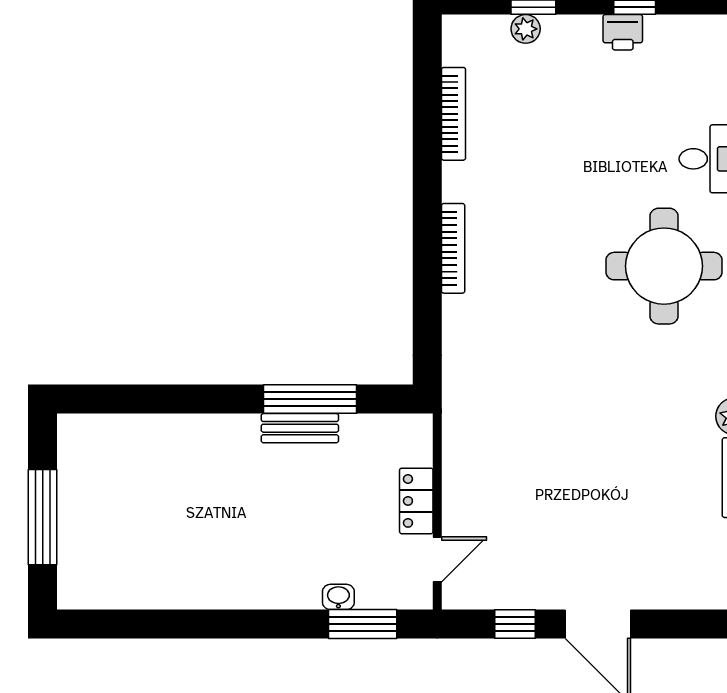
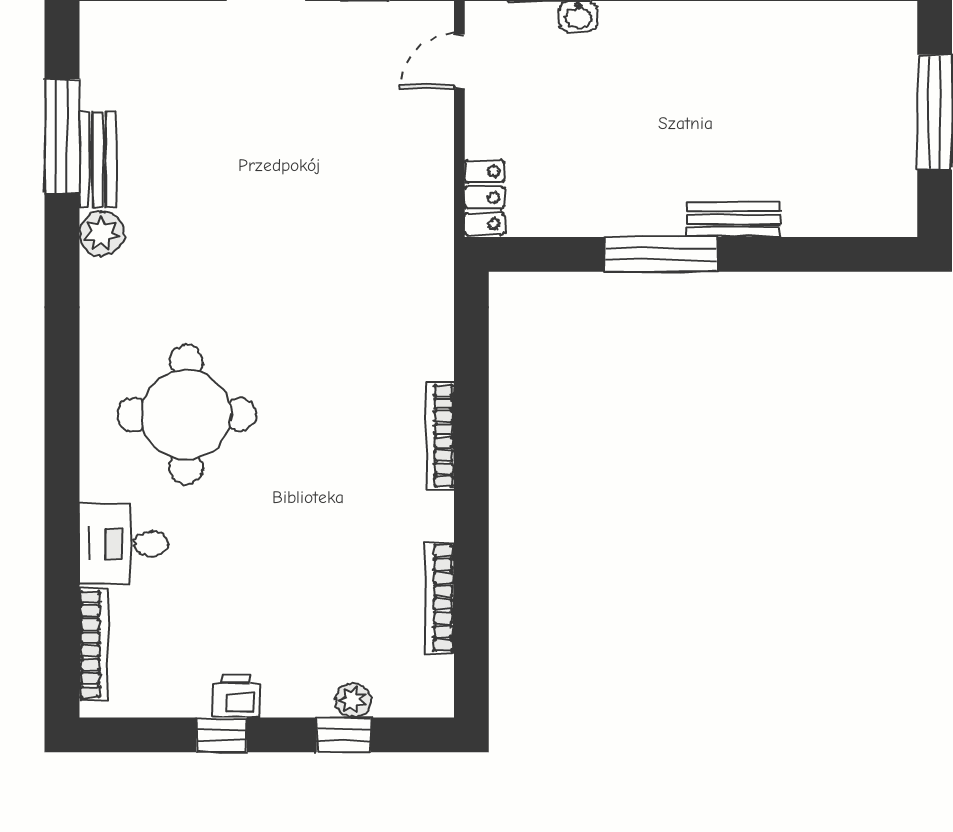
window: (310, 399) -> (661, 254), moved
bench: (300, 428) -> (733, 219), moved
locker: (416, 501) -> (485, 197), moved

